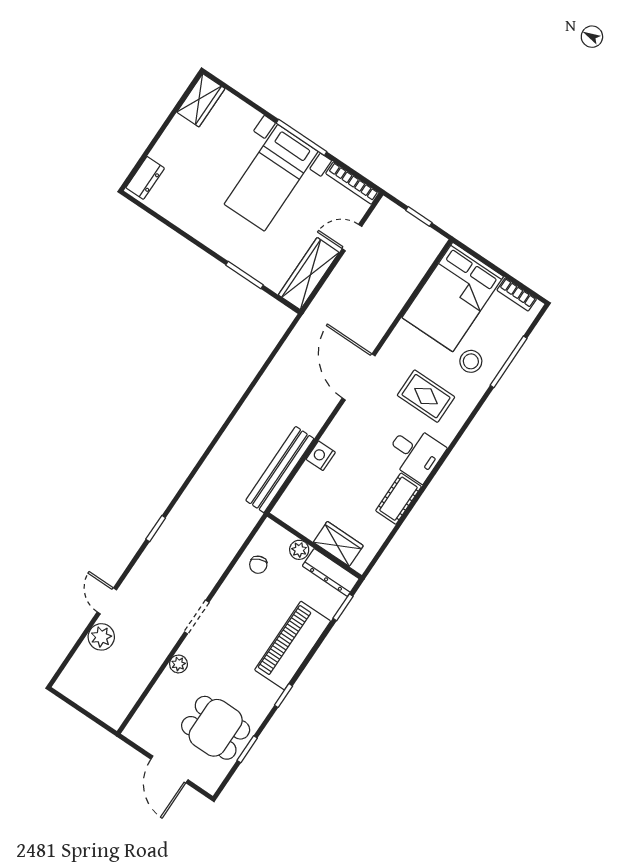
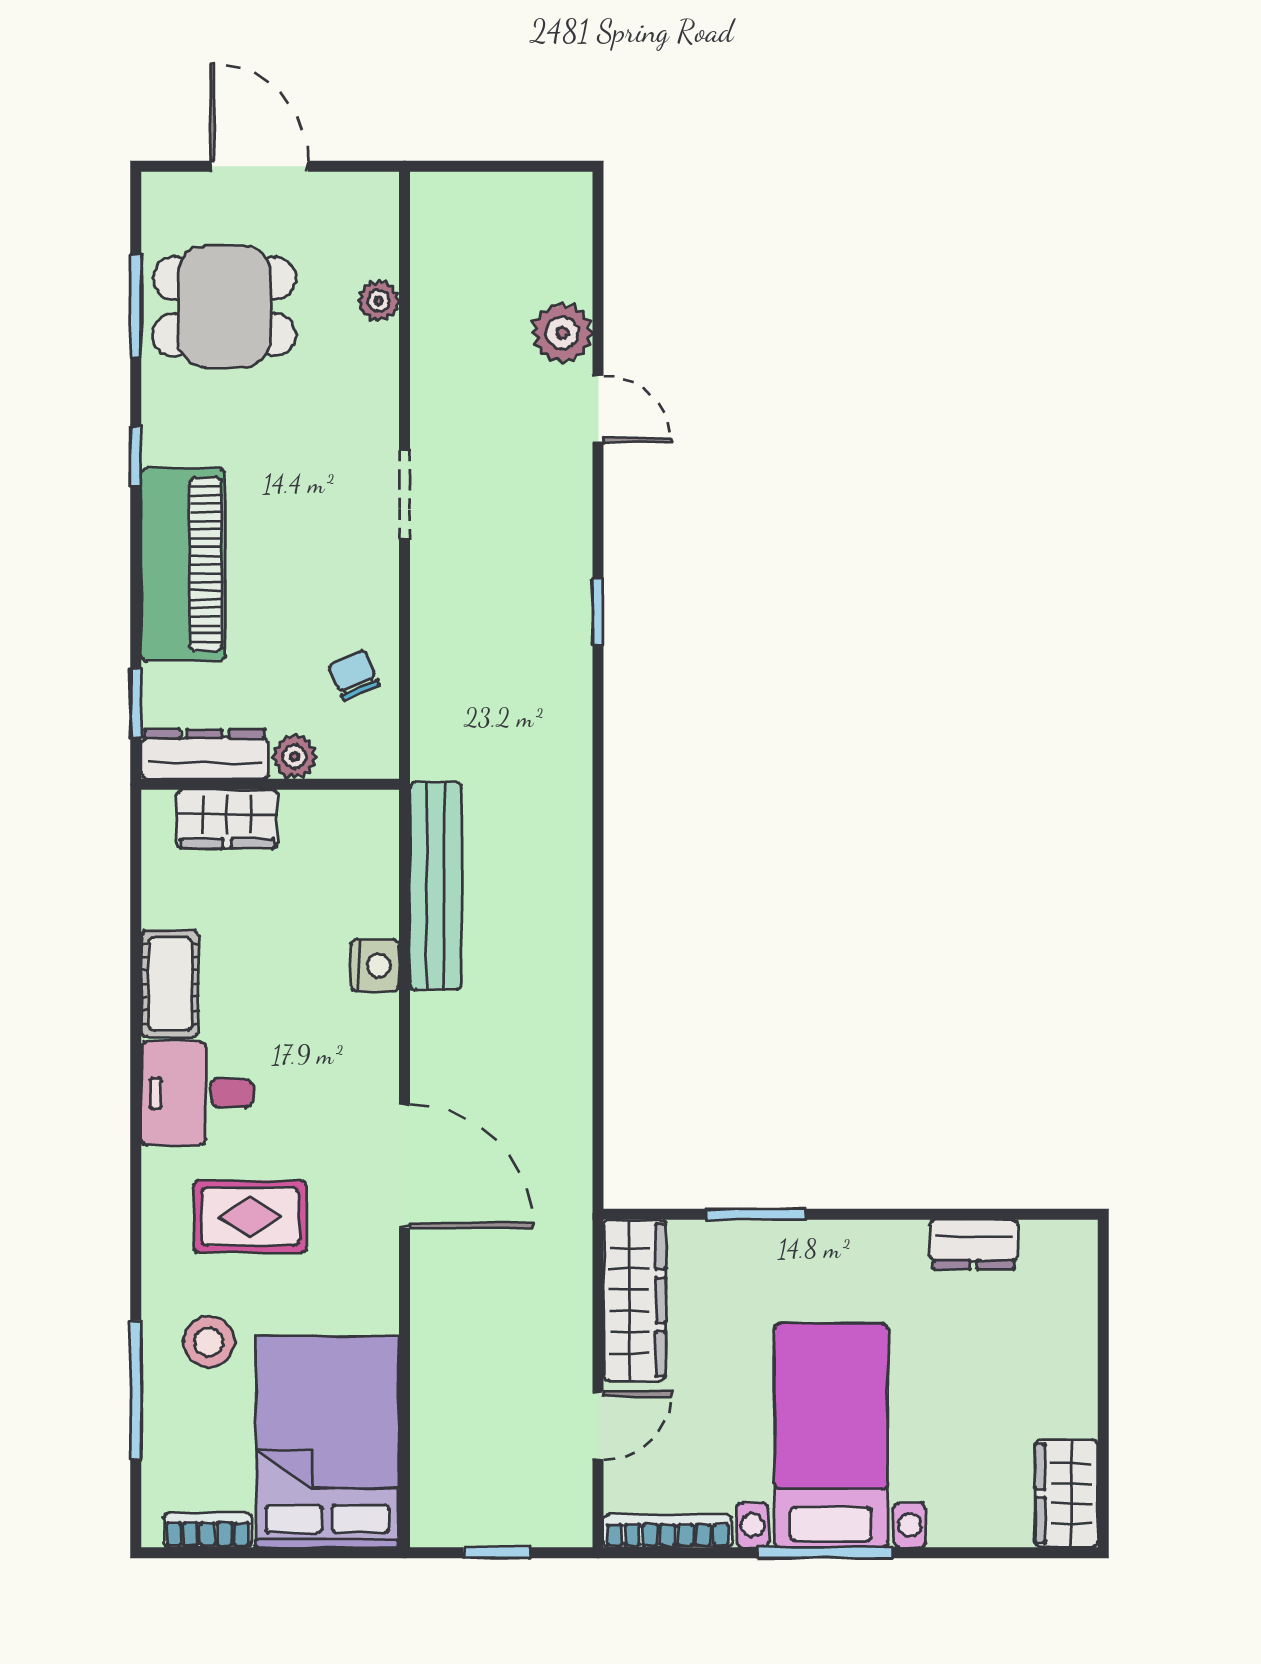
dresser: (145, 178) -> (974, 1244), moved, turned -90
plant: (178, 664) -> (379, 301), moved
window: (247, 749) -> (136, 306), width x1.50

